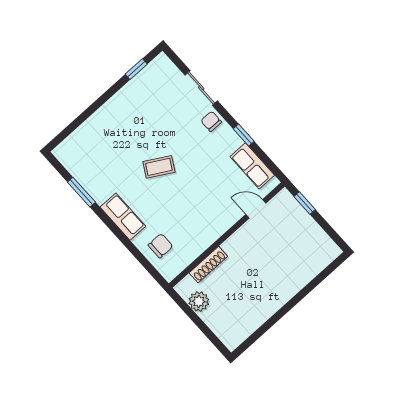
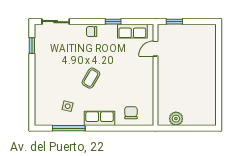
sliding door: (201, 88) -> (56, 22), moved
side table: (105, 169) -> (68, 106), added
window: (81, 192) -> (69, 128), width x1.44
shoe rack: (208, 265) -> (162, 97), removed

